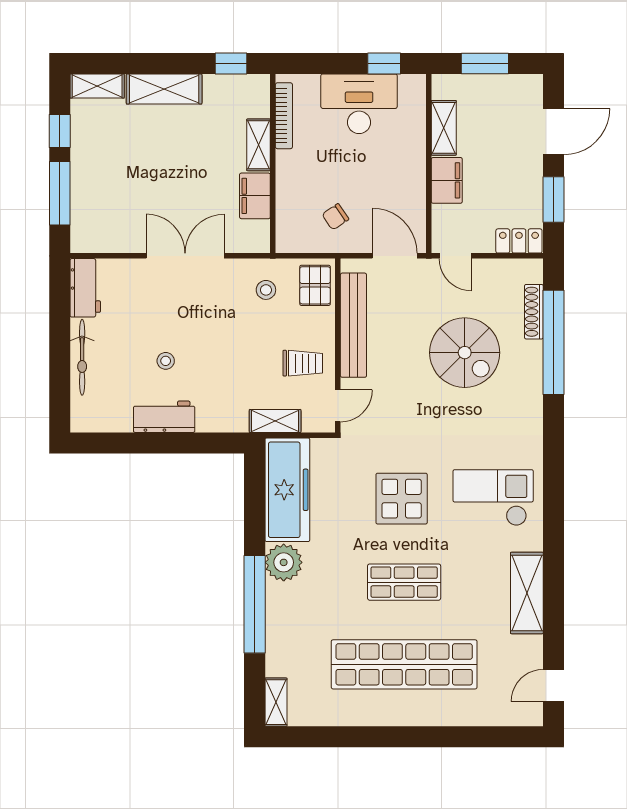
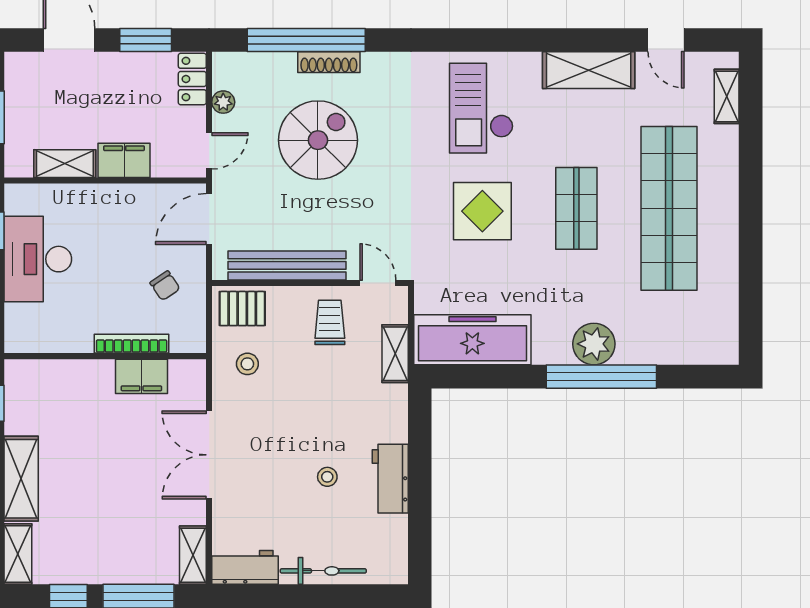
bookcase: (284, 116) -> (132, 344), moved
shelving: (259, 145) -> (193, 555), moved, turned 90
plant: (498, 268) -> (223, 102), added
shoe rack: (534, 312) -> (329, 62), moved
plant: (284, 562) -> (594, 344), moved
door: (554, 686) -> (666, 40), moved
shelving: (276, 702) -> (727, 96), moved, turned 90

